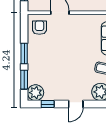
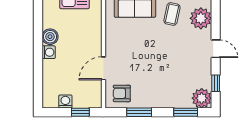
window: (24, 54) -> (139, 112), moved

